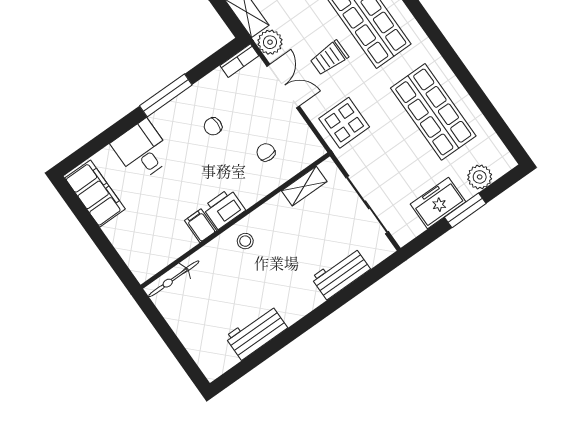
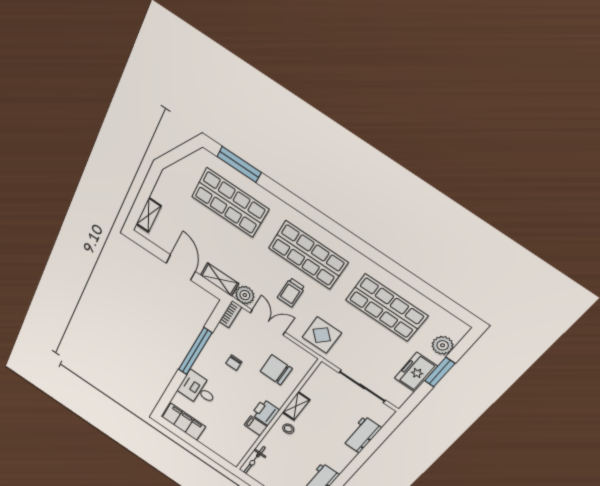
window: (166, 95) -> (195, 351), width x1.46
chair: (266, 152) -> (276, 370), width x1.87, depth x1.87
shelving: (304, 186) -> (296, 406), moved

